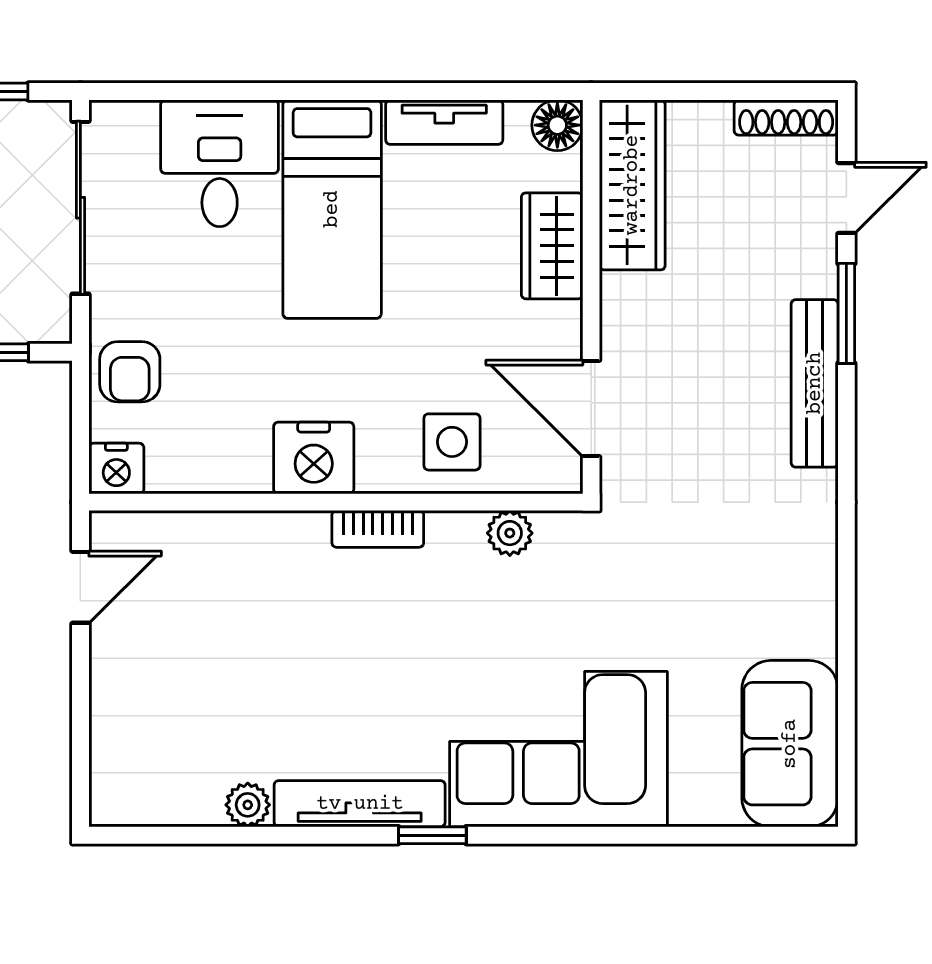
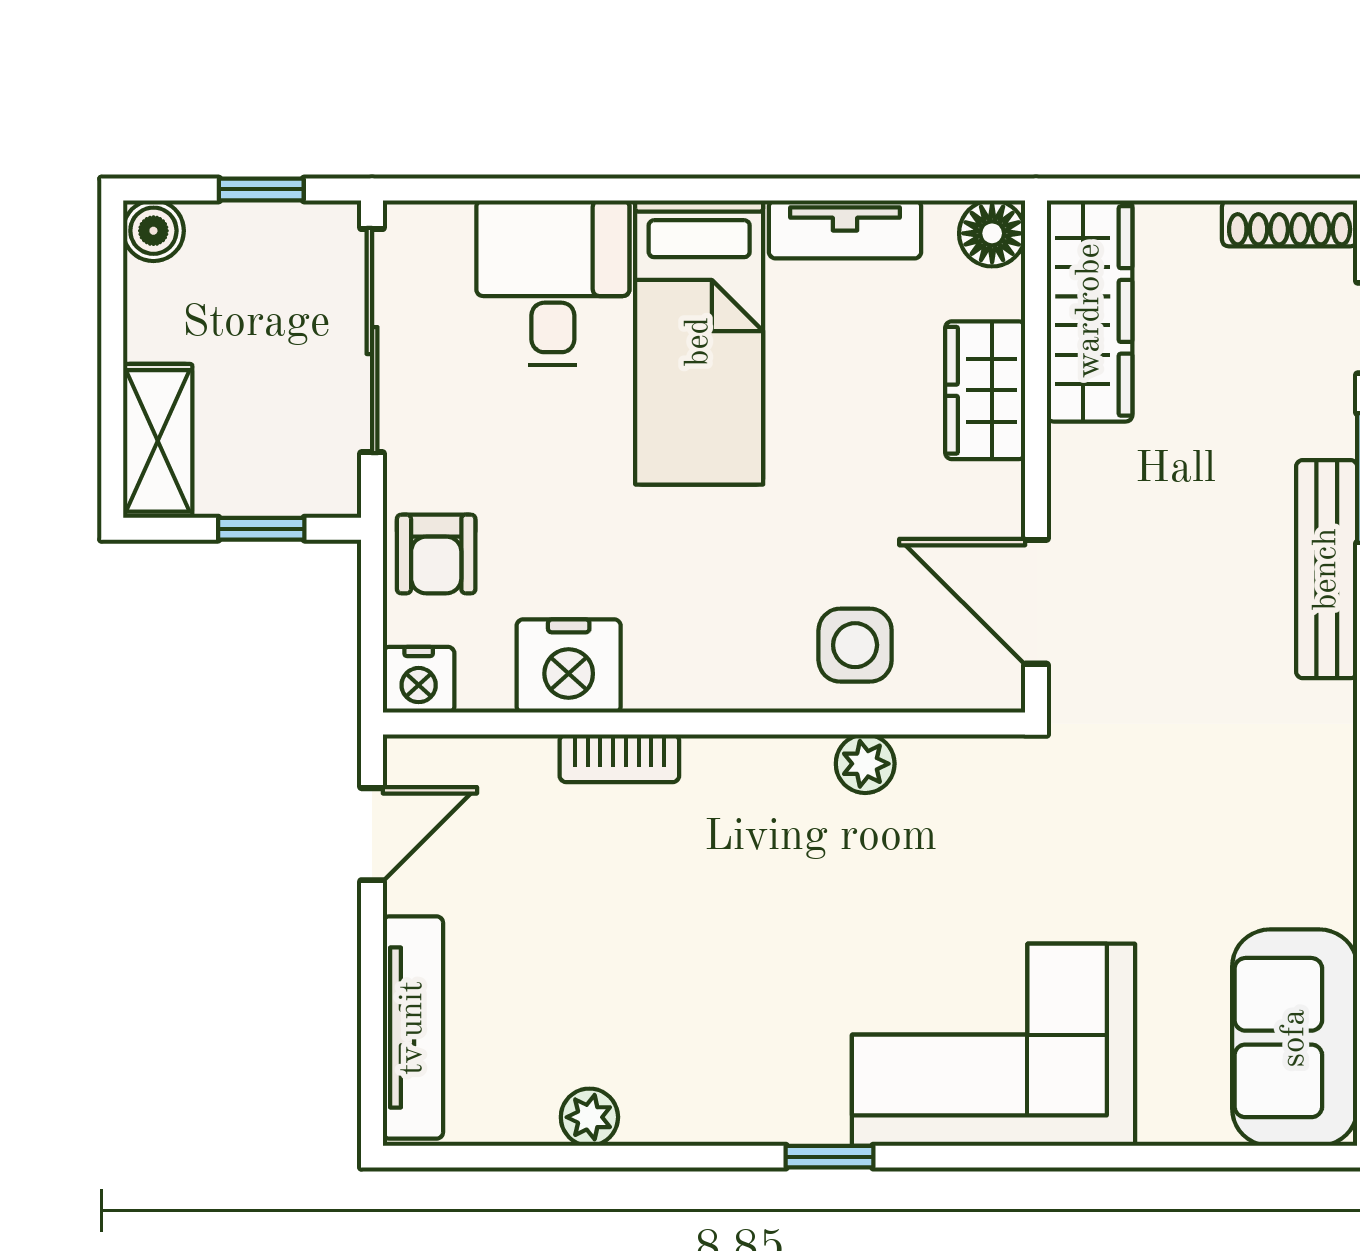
nightstand: (314, 458) -> (569, 666), moved
bookcase: (378, 529) -> (619, 758), moved
plant: (510, 533) -> (865, 764), moved
tv unit: (360, 804) -> (413, 1028), moved, turned 90

